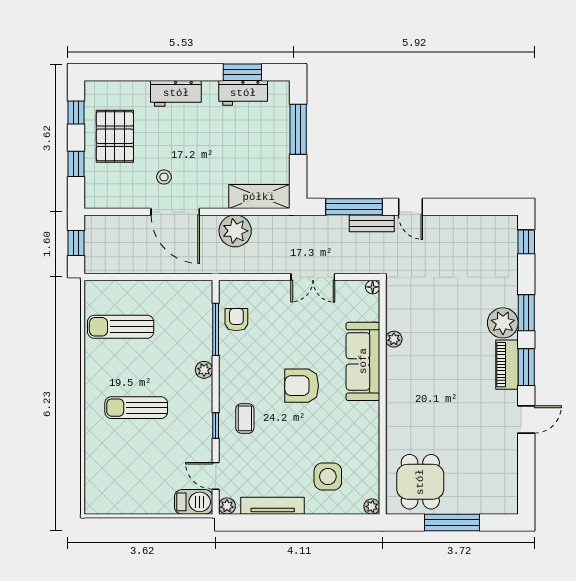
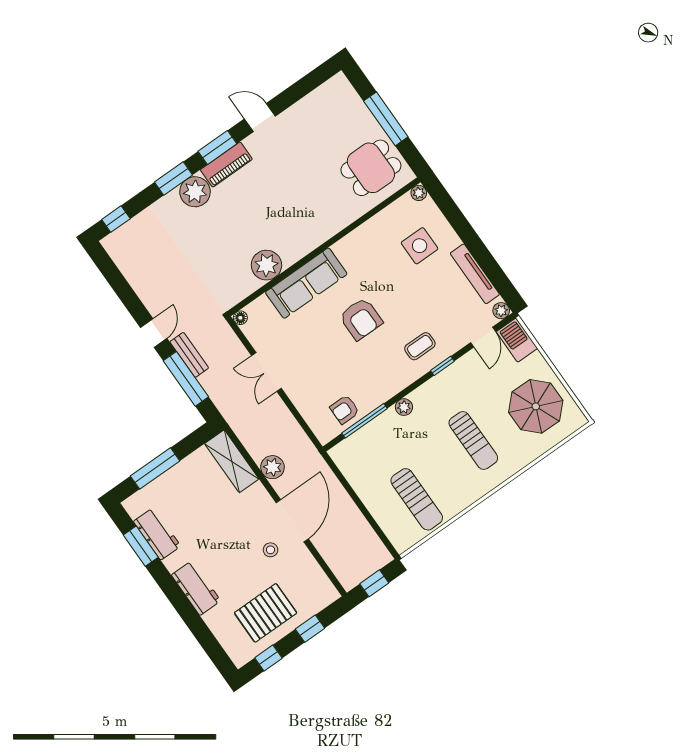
plant: (235, 231) -> (272, 467), width x0.73, depth x0.73
double door: (313, 277) -> (266, 372), swing flipped
plant: (394, 339) -> (266, 265), width x1.88, depth x1.88
parasol: (128, 479) -> (536, 406), added

